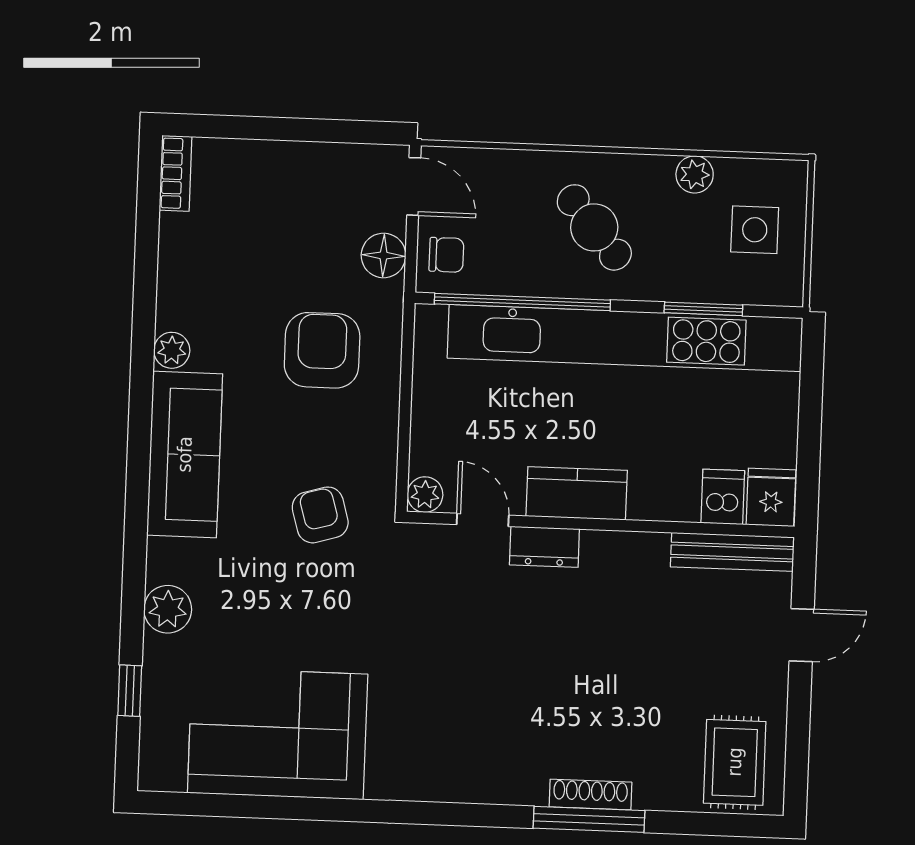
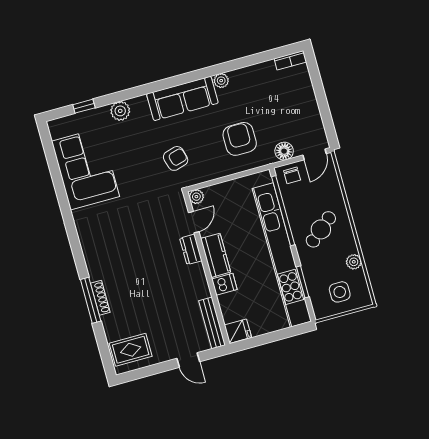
armchair: (322, 350) -> (240, 139), turned -90
dishwasher: (723, 497) -> (224, 284), moved

